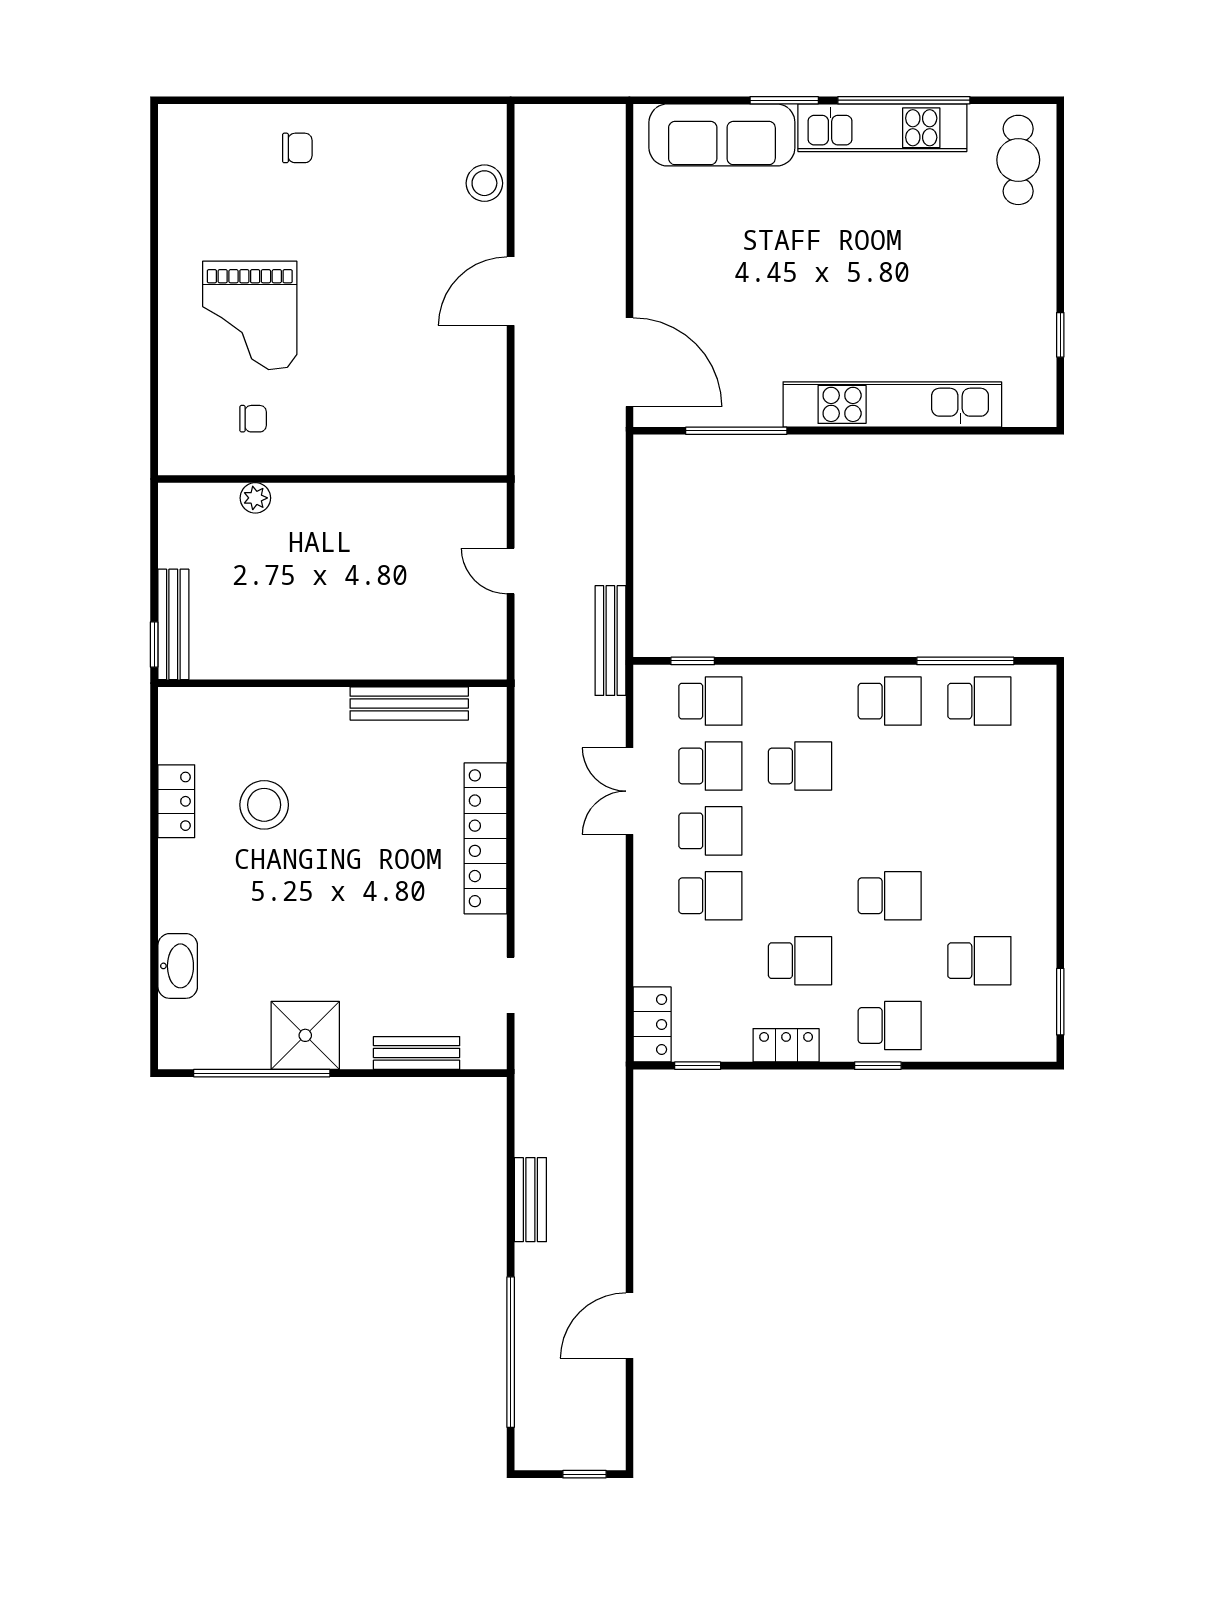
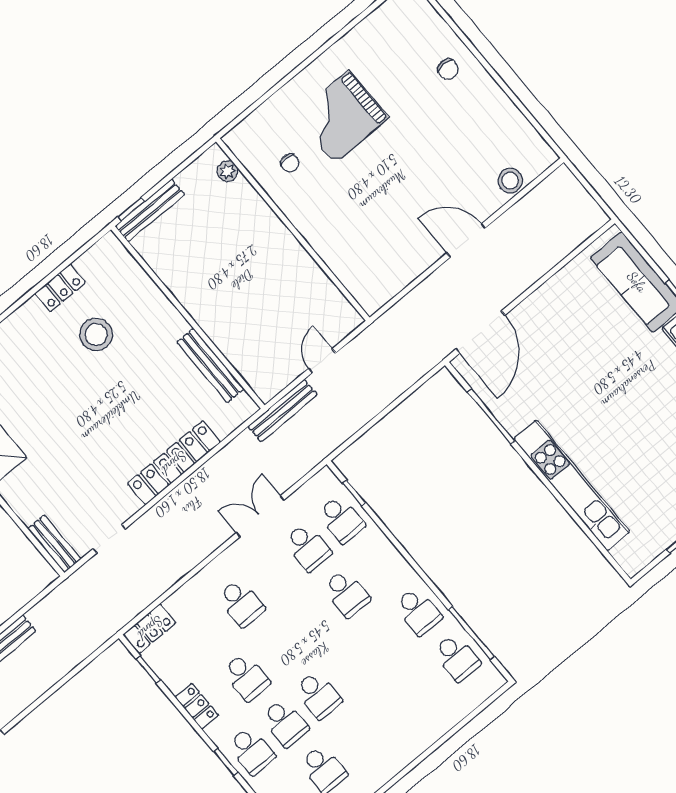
plant: (255, 498) -> (227, 171), moved
bench: (610, 641) -> (283, 411), moved
school desk: (710, 831) -> (285, 723), moved
bench: (417, 1053) -> (54, 544), moved

